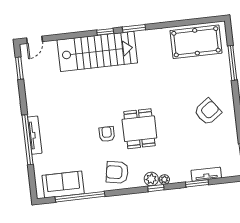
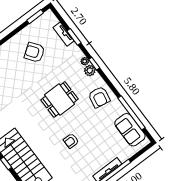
armchair: (208, 112) -> (34, 52), moved
armchair: (107, 134) -> (71, 141), moved

